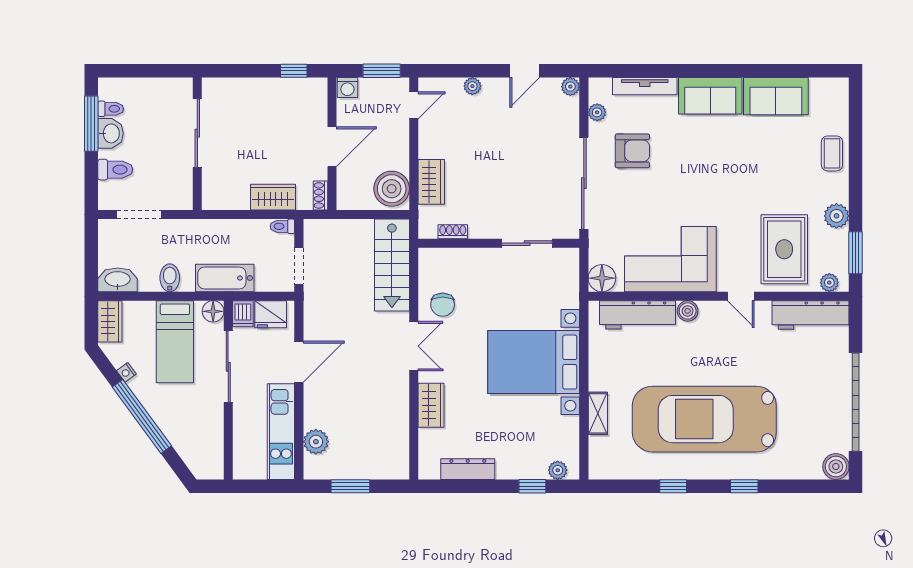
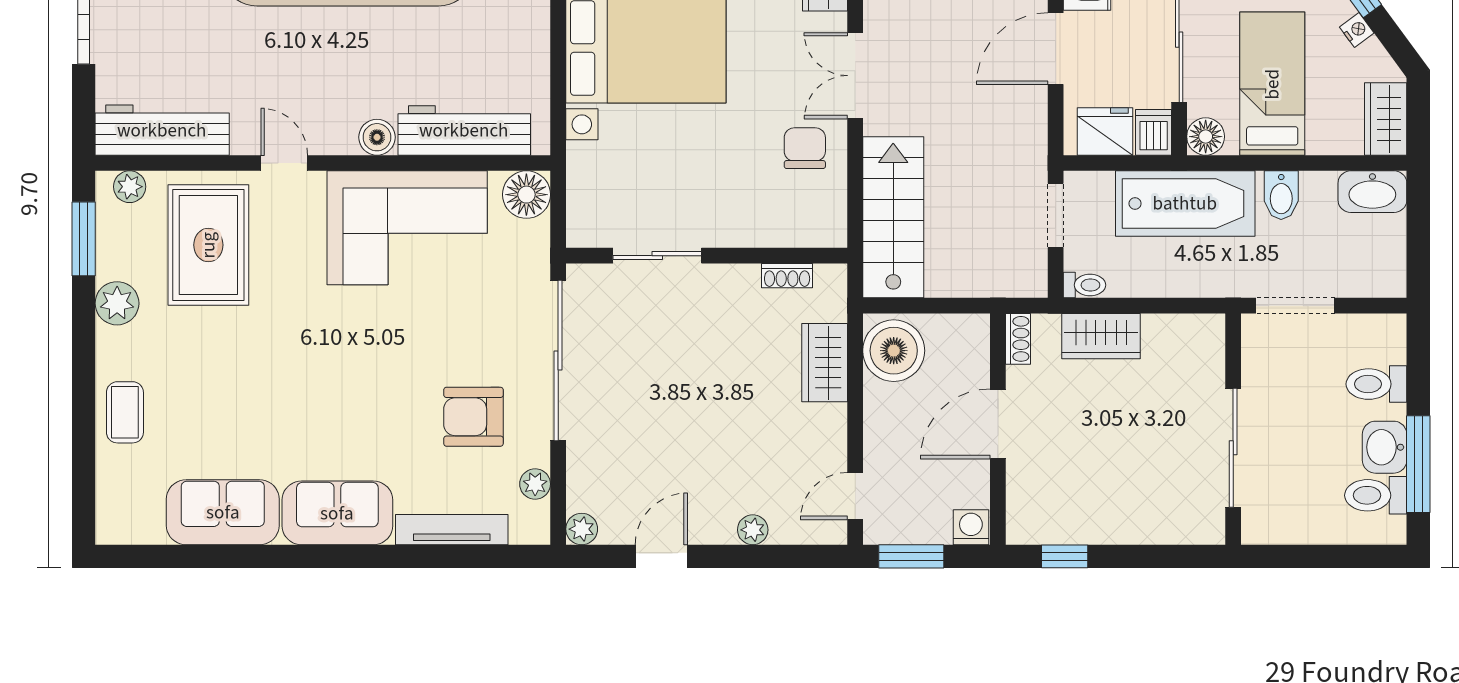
toilet: (111, 109) -> (1376, 495), width x1.37, depth x1.39
doorway: (139, 214) -> (1295, 306), moved
bathtub: (225, 278) -> (1185, 203), width x1.36, depth x1.36

